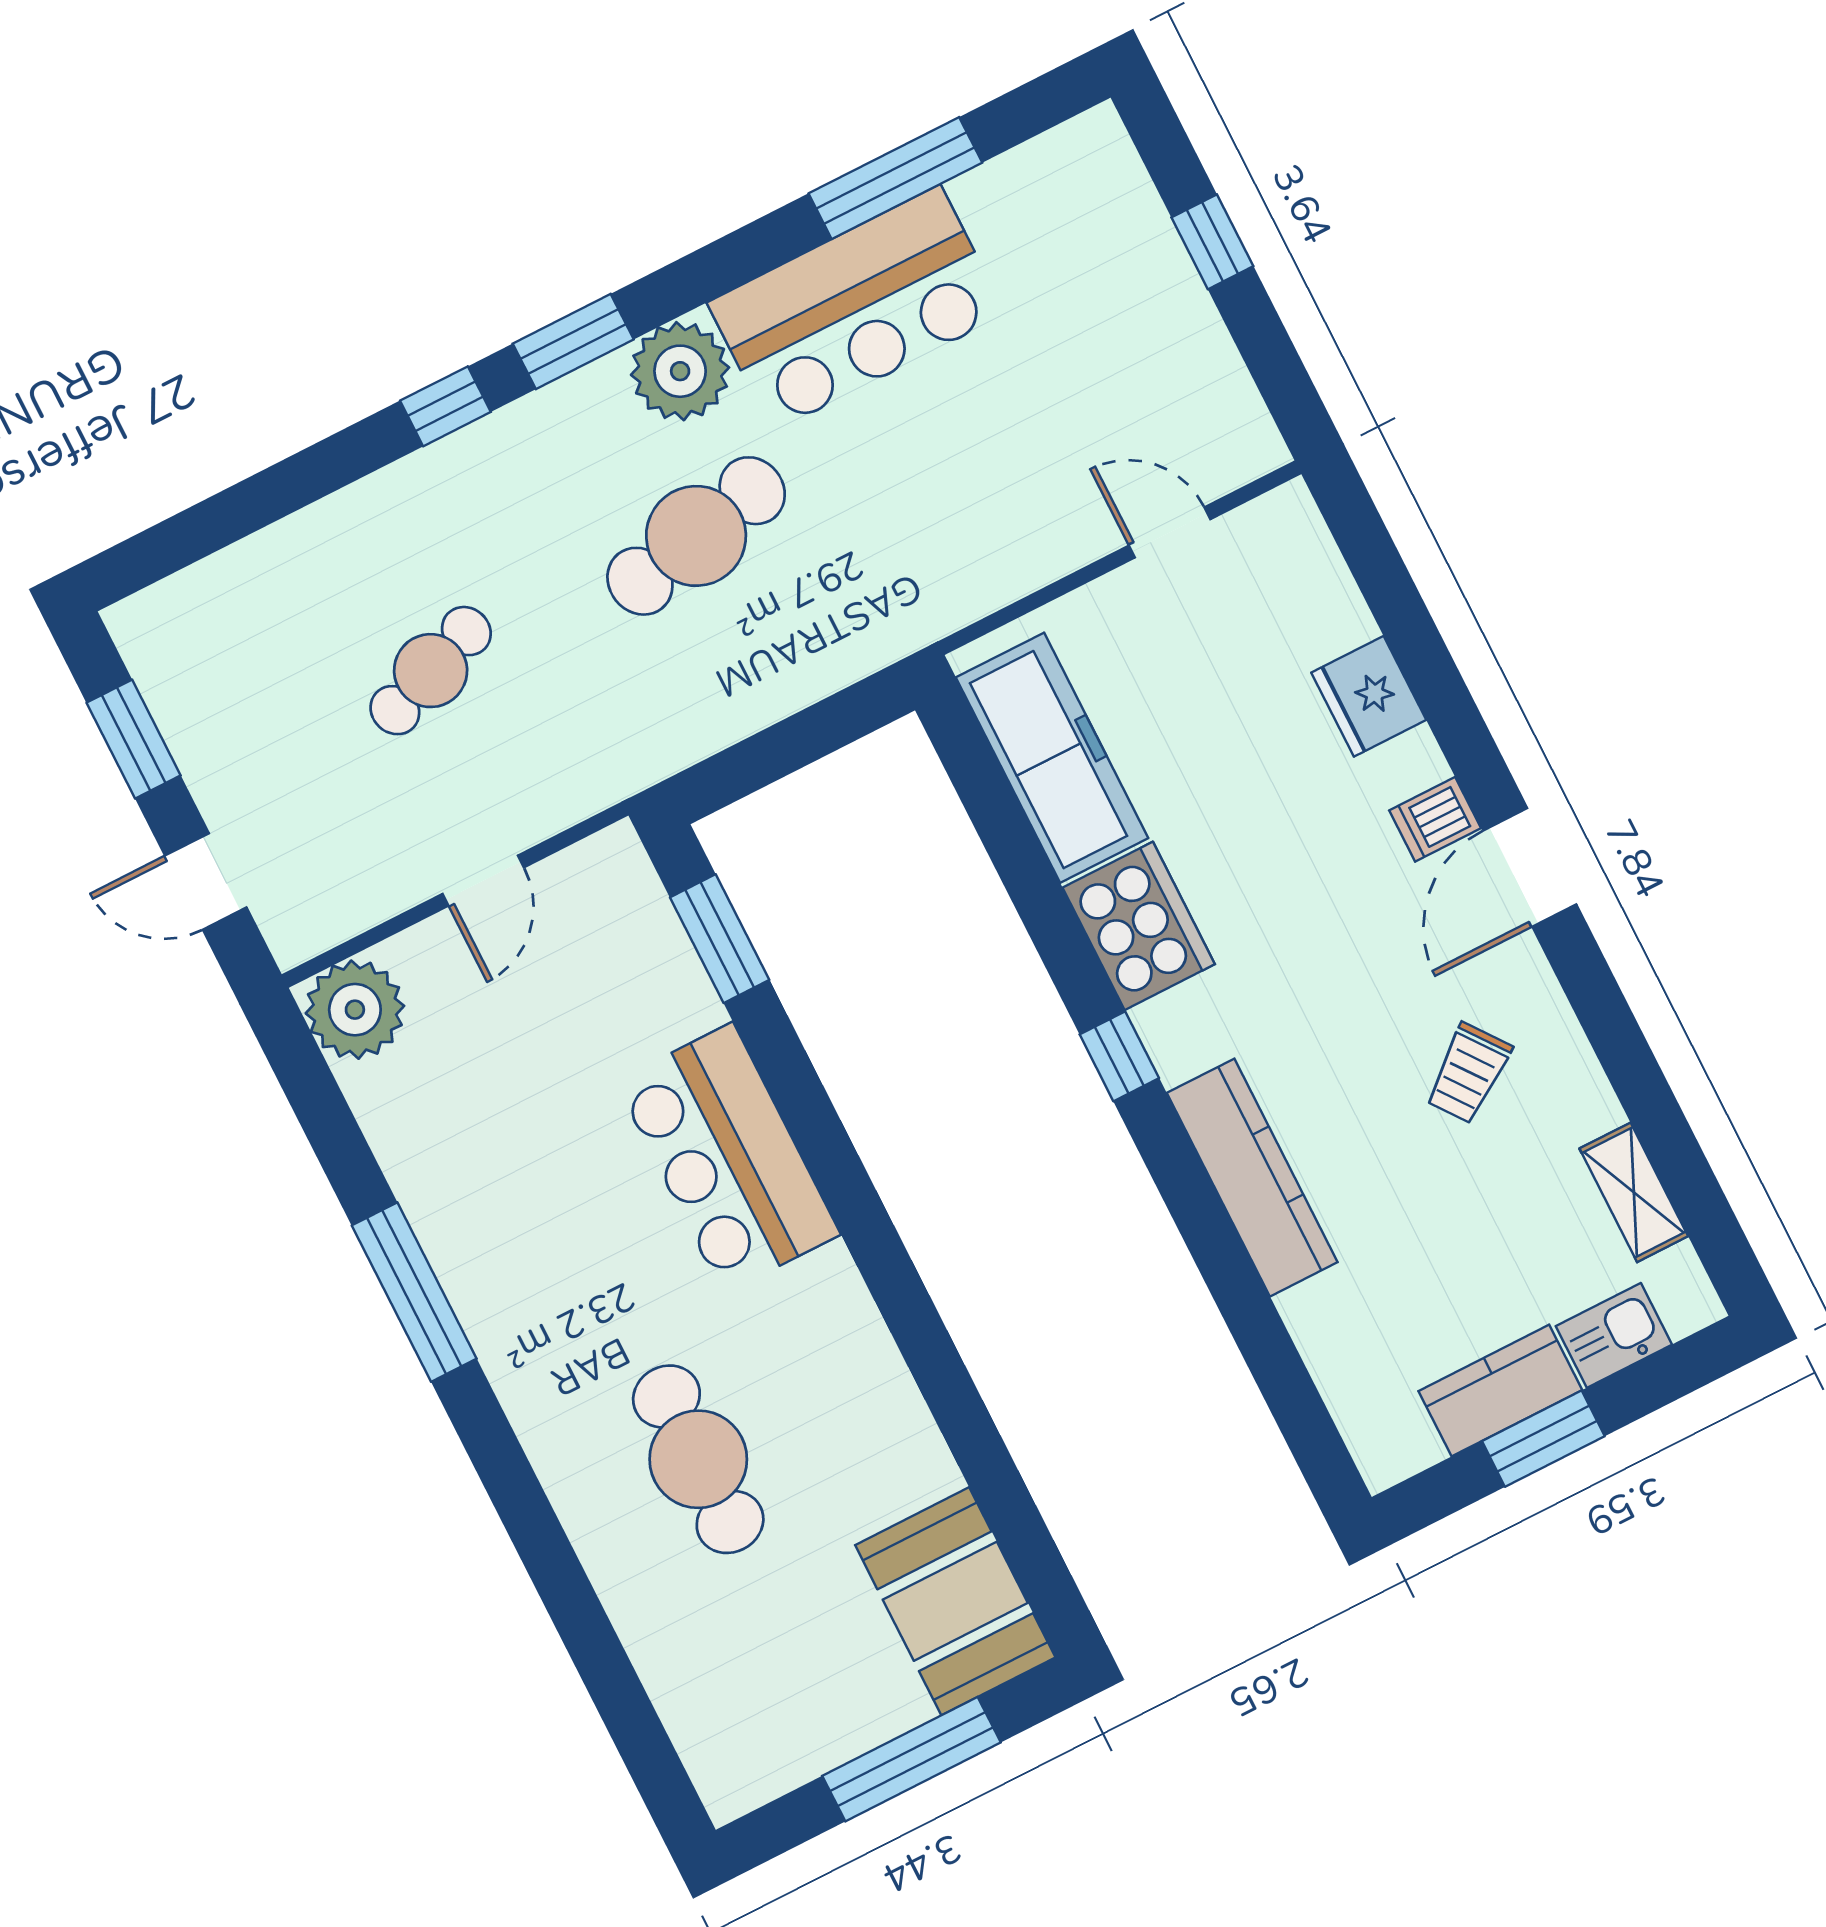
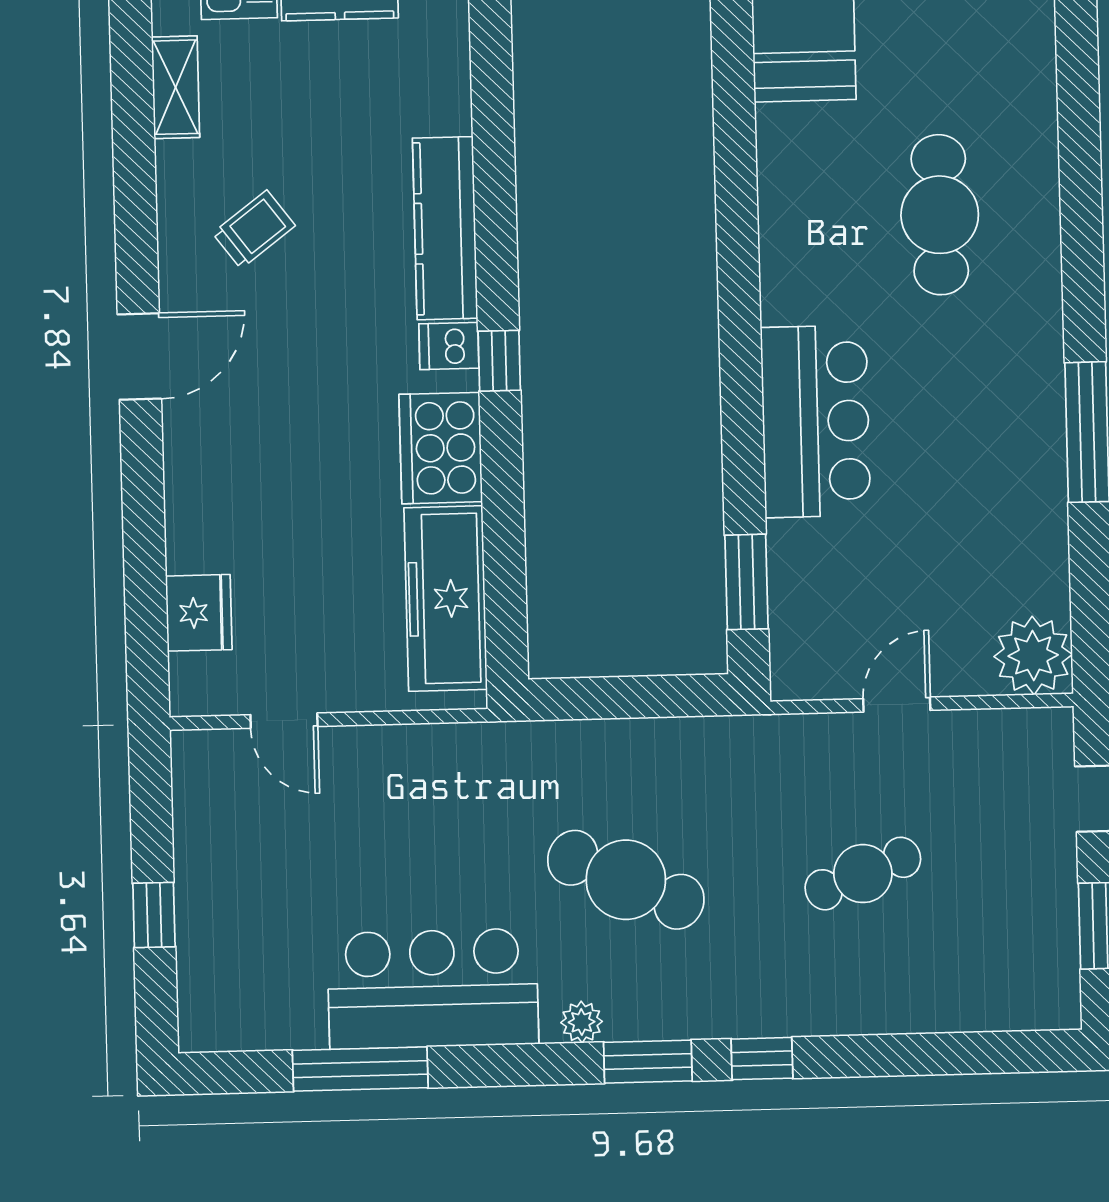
plant: (680, 371) -> (582, 1022), width x0.53, depth x0.53
cafe table: (696, 536) -> (626, 880), turned 36
fridge: (1369, 696) -> (199, 613), moved
dishwasher: (1435, 819) -> (449, 346), moved, turned 180

